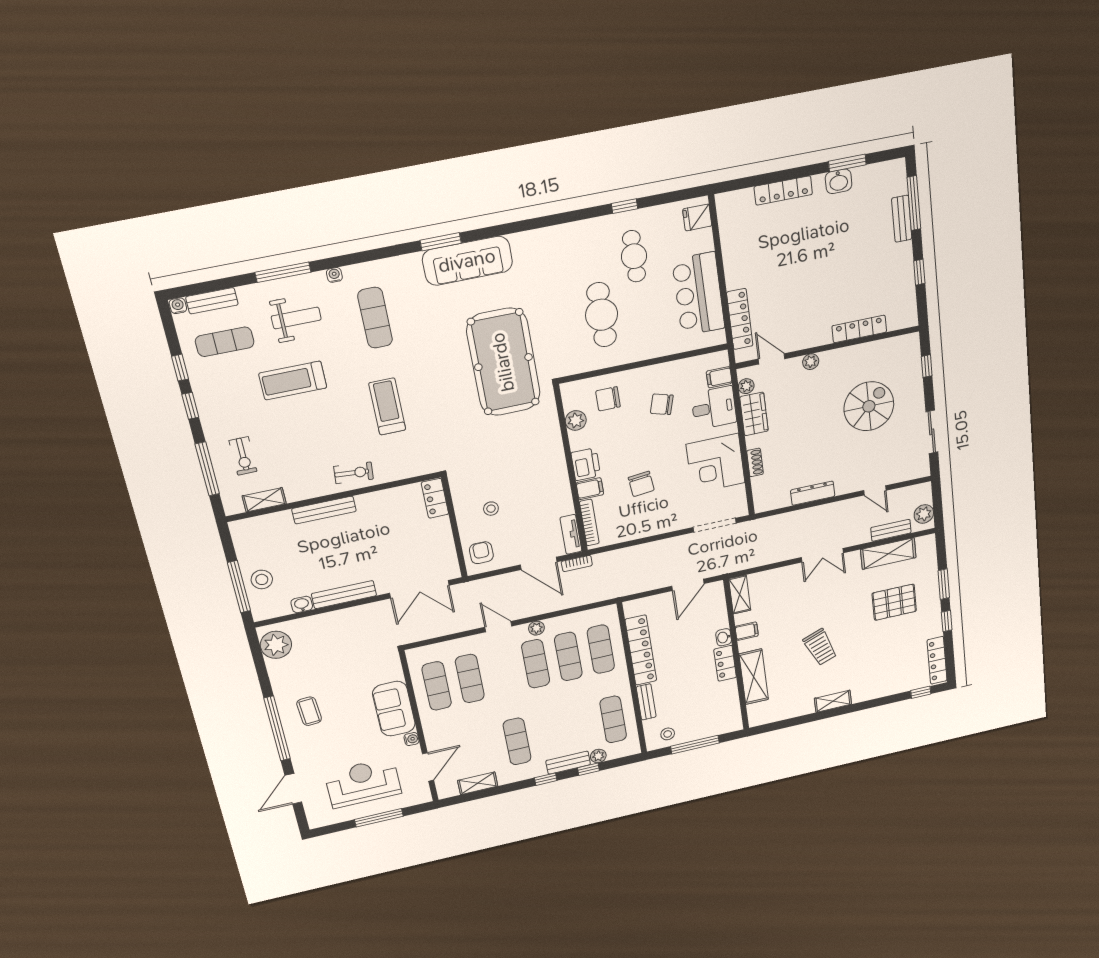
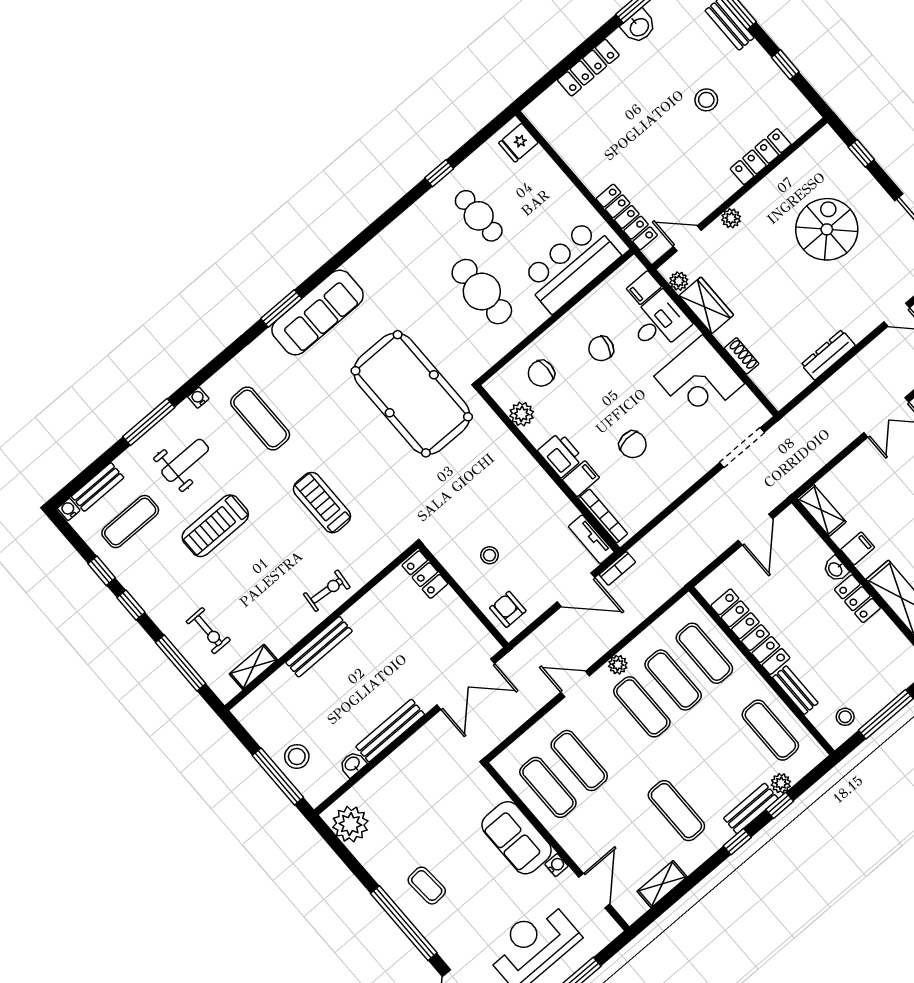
stool: (850, 265) -> (706, 100), added
bar counter: (698, 294) -> (570, 266), moved, turned 90

